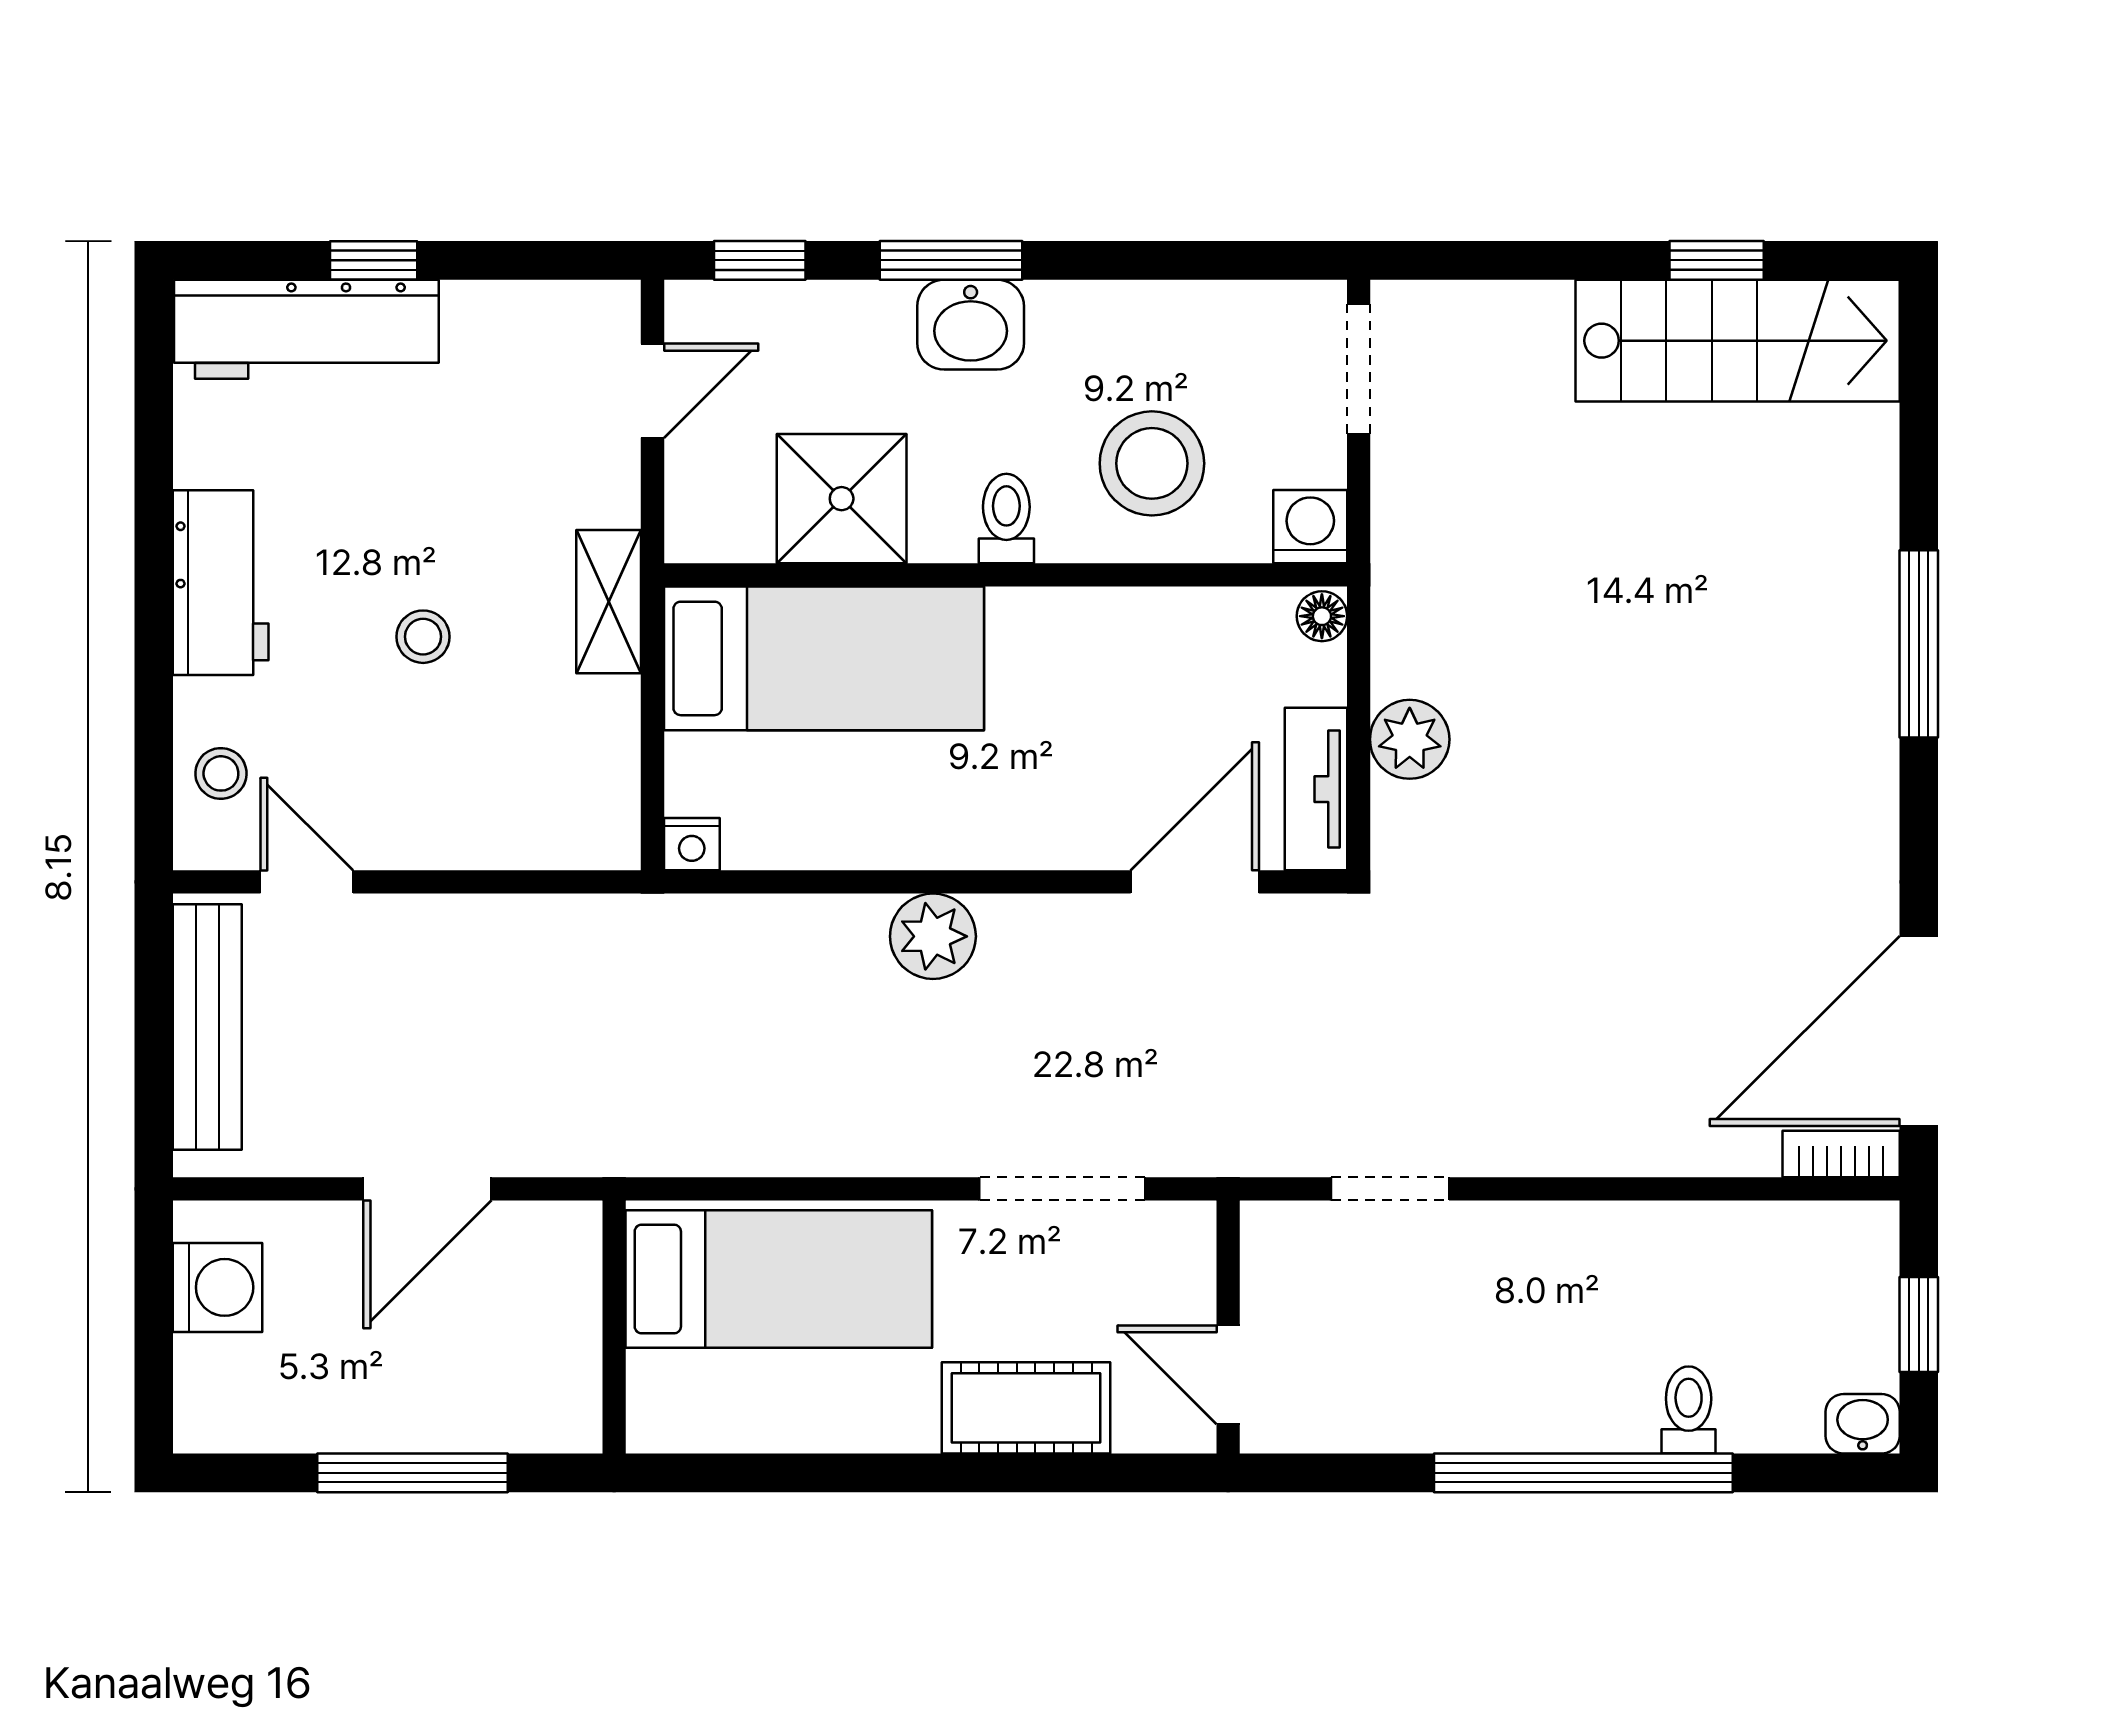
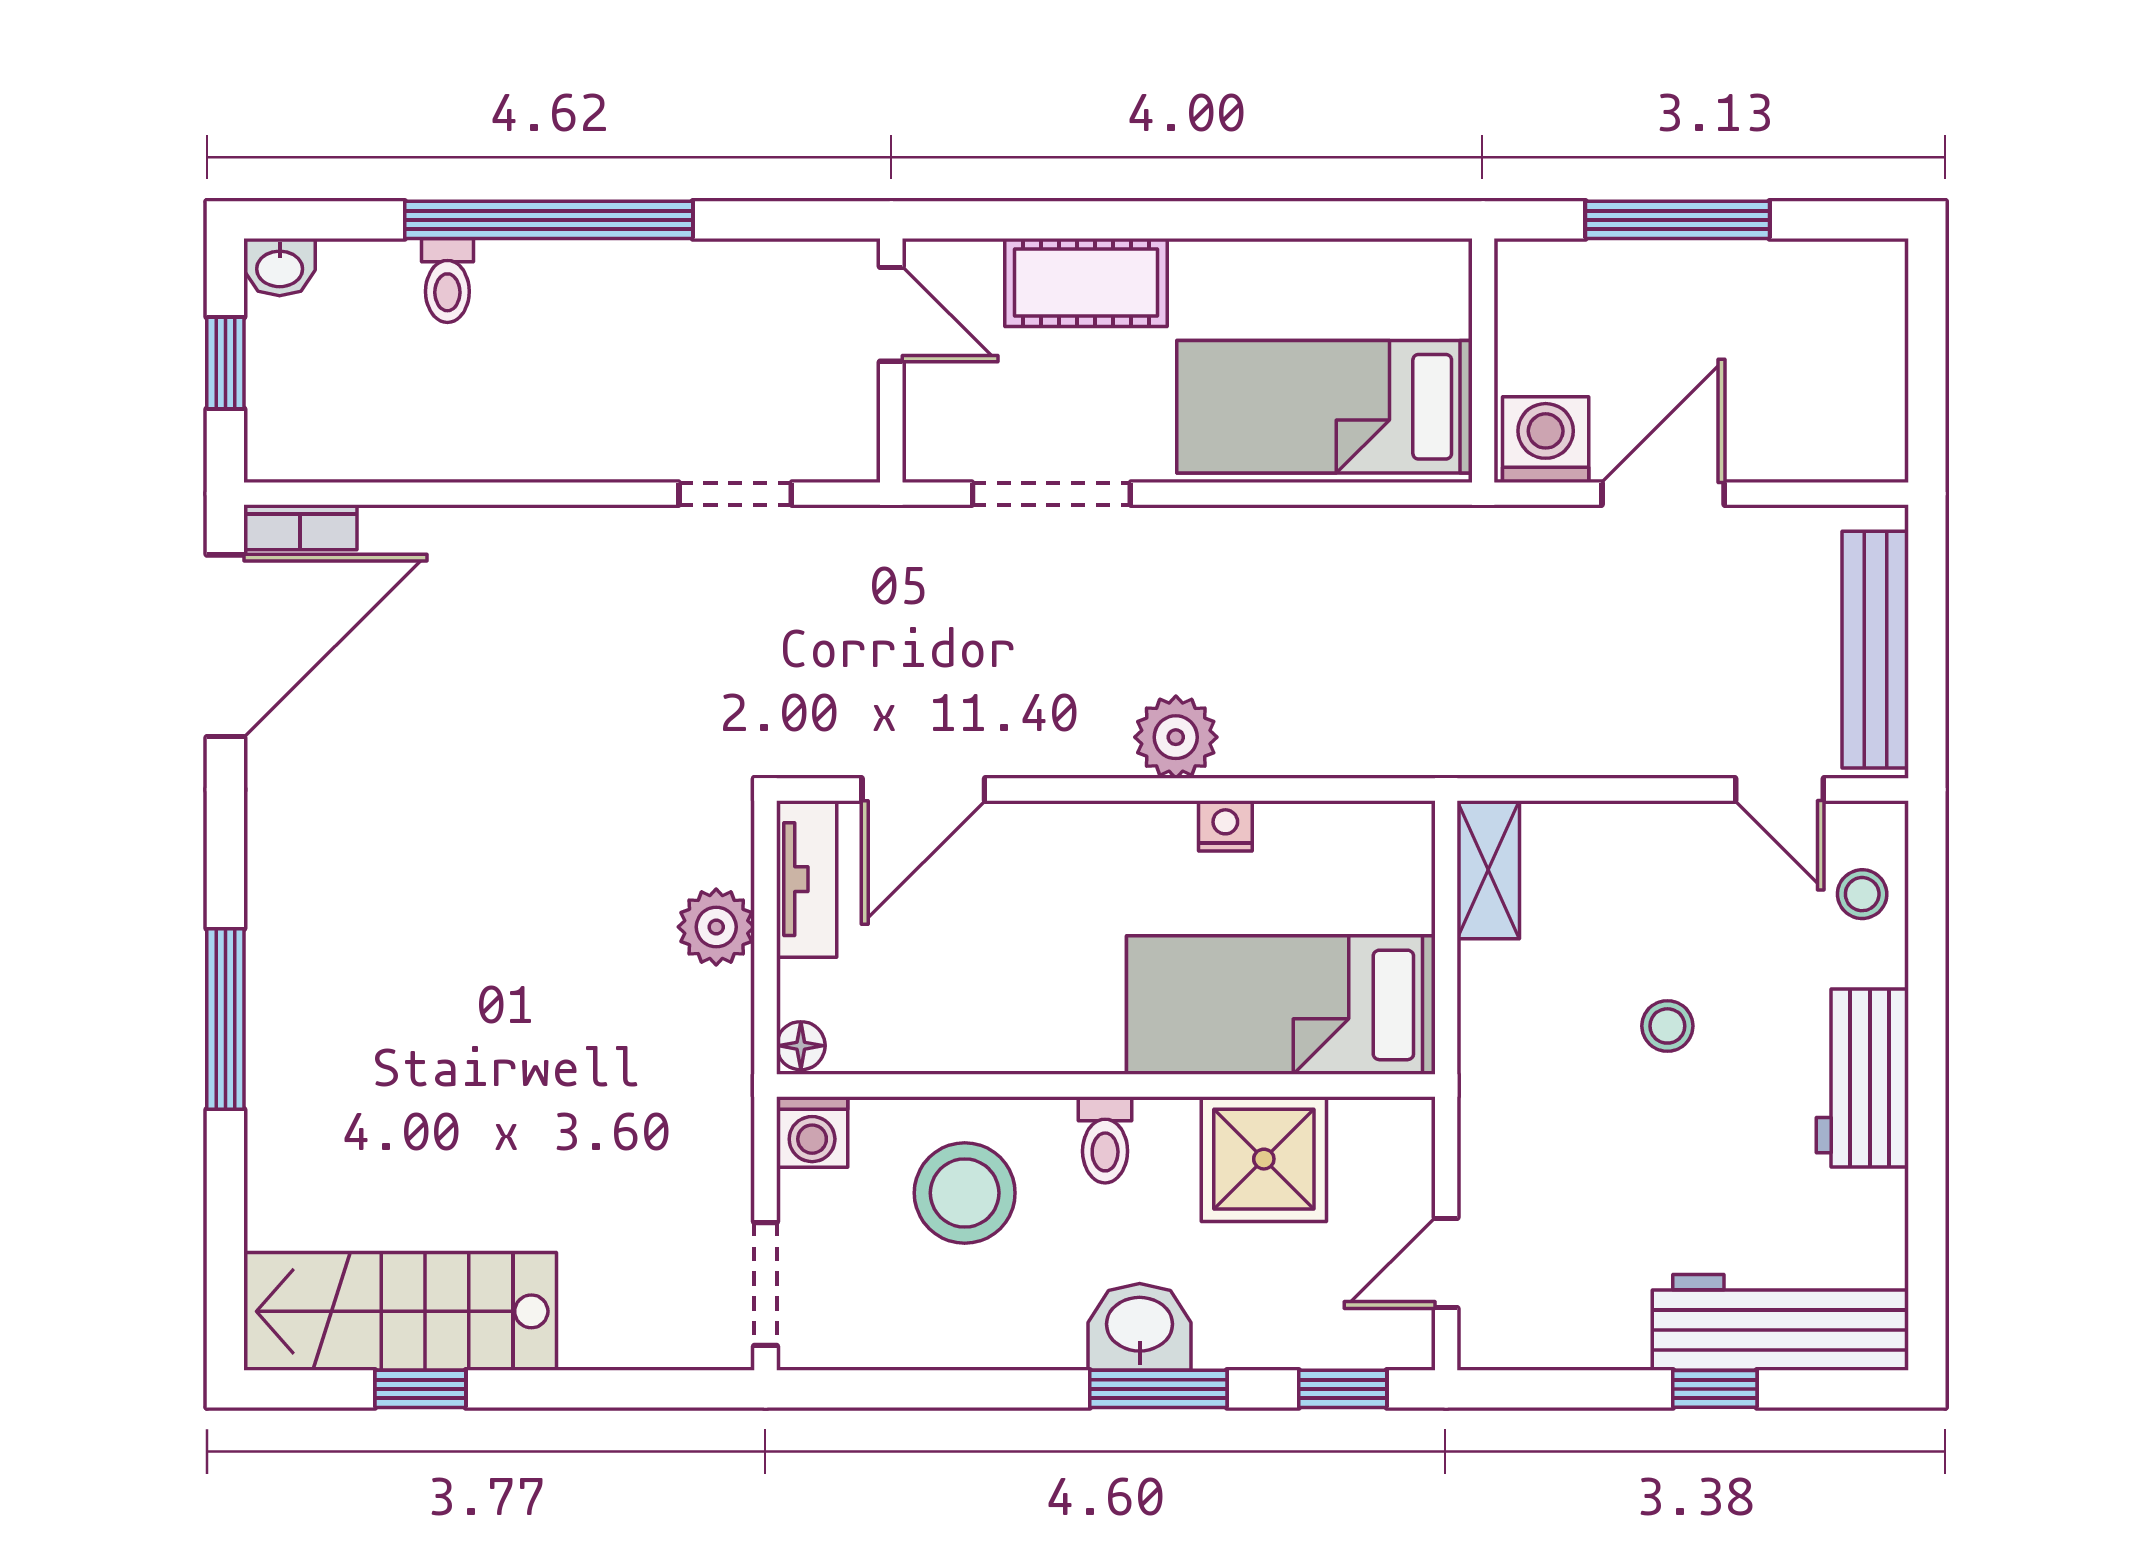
shelving: (609, 602) -> (1488, 870), moved
nightstand: (692, 844) -> (1225, 826), moved
washing machine: (217, 1287) -> (1546, 440), moved, turned 90

